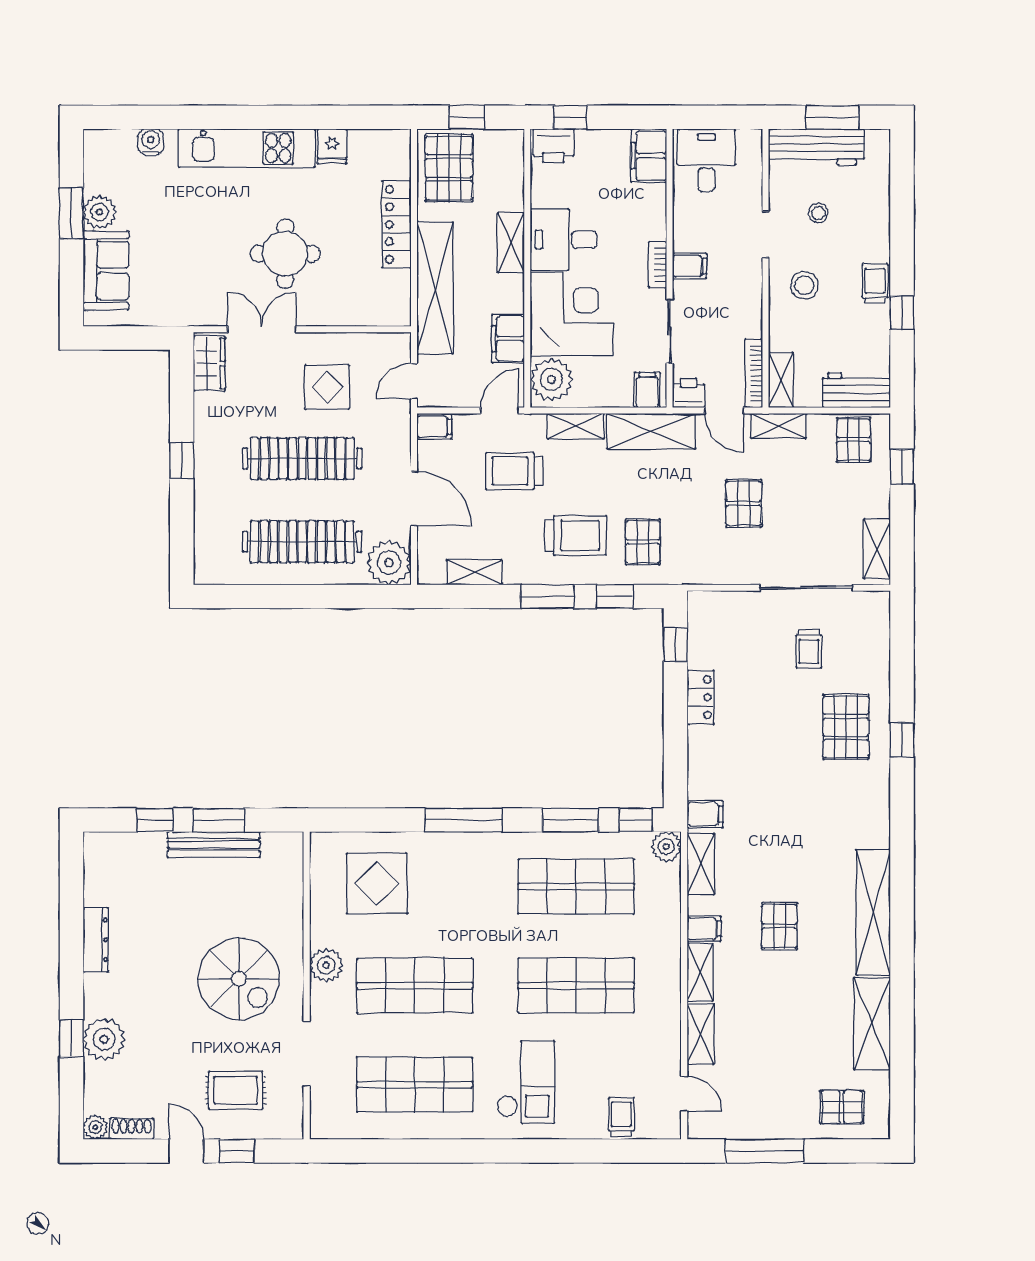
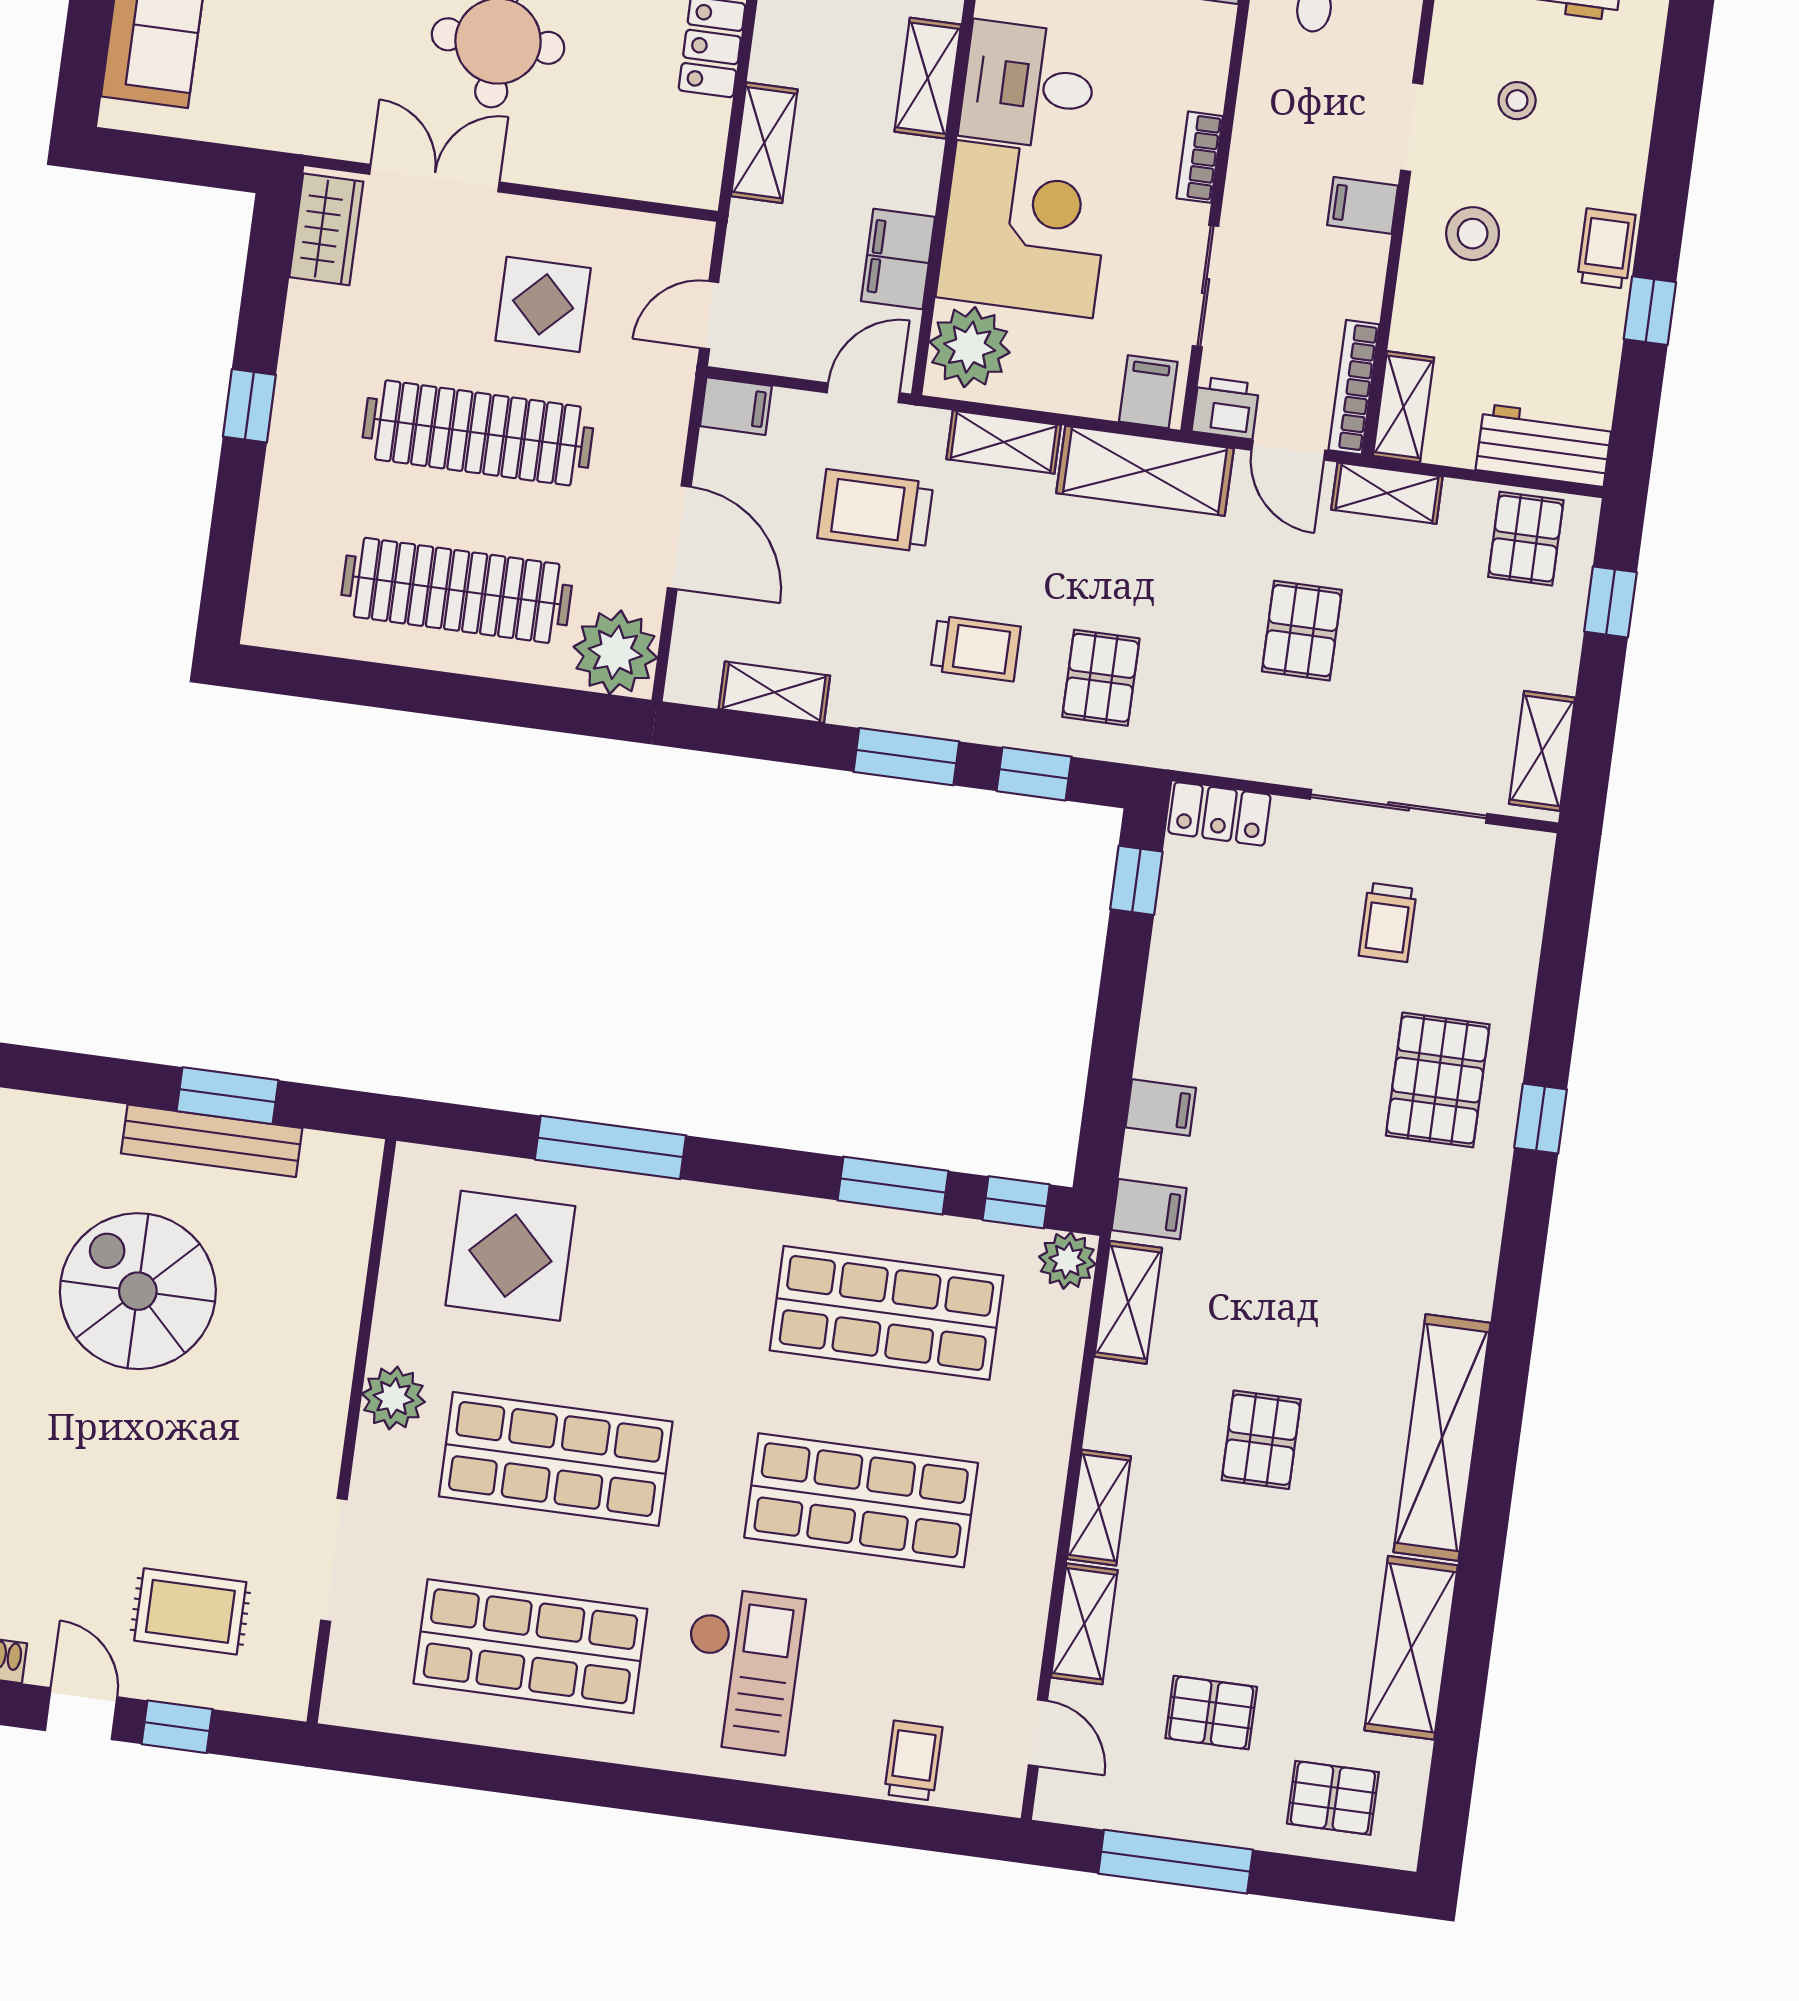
filing cabinet: (690, 266) -> (1363, 205), moved, turned 180
shelving: (435, 288) -> (764, 143), width x0.45, depth x0.75
trolley: (576, 535) -> (976, 648), width x0.73, depth x0.72
locker: (701, 697) -> (1219, 814), moved, turned 90
window: (155, 820) -> (107, 1079), removed
window: (464, 820) -> (610, 1147), moved
filing cabinet: (704, 929) -> (1161, 1108), moved
spiral stairs: (239, 979) -> (138, 1291), moved, turned 180
pallet: (773, 1071) -> (1211, 1713), added

